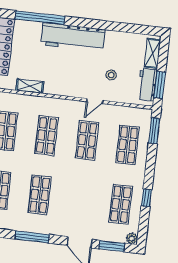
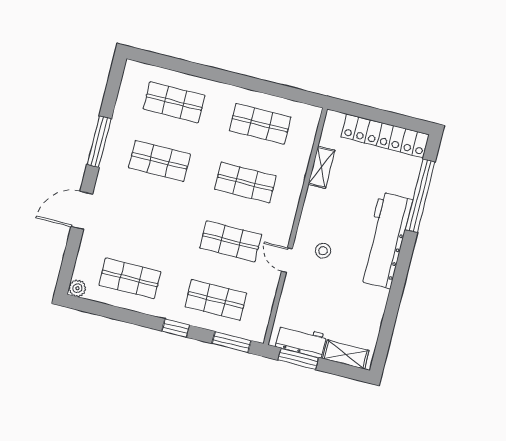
stool: (111, 75) -> (323, 251), moved
window: (146, 198) -> (176, 328), moved
window: (112, 246) -> (70, 257), removed

